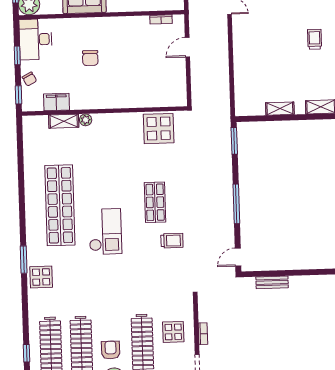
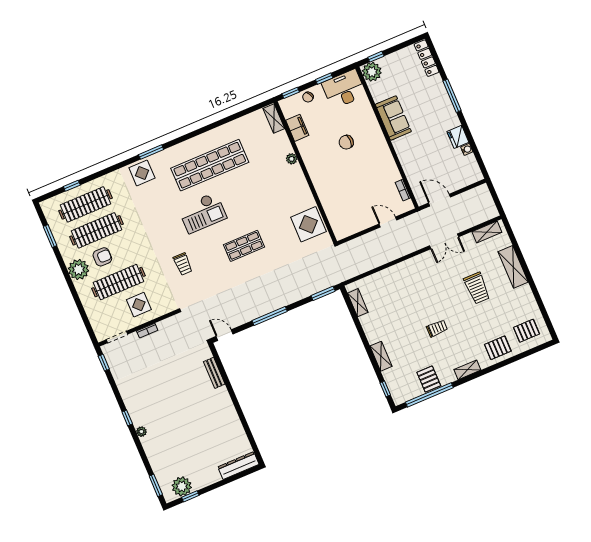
shelving: (280, 109) -> (358, 303), moved
shelving: (64, 121) -> (274, 118), moved
trolley: (172, 241) -> (183, 264), moved

